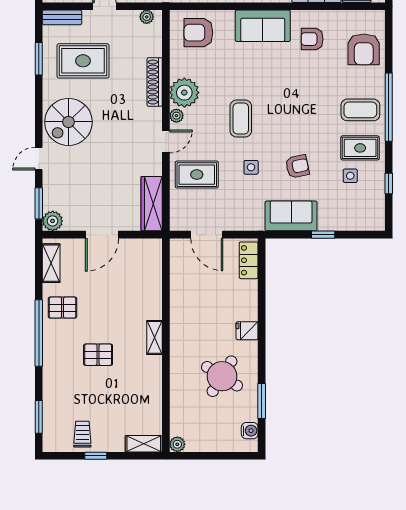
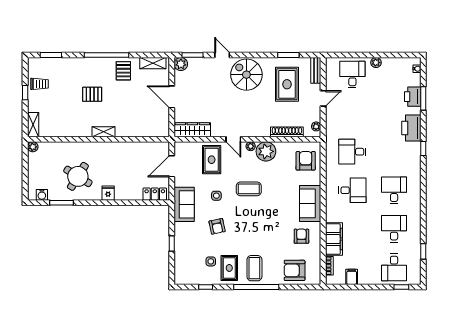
shoe rack: (155, 82) -> (287, 132), moved
sofa: (291, 216) -> (184, 204), moved
pallet: (98, 355) -> (92, 94), turned 90

